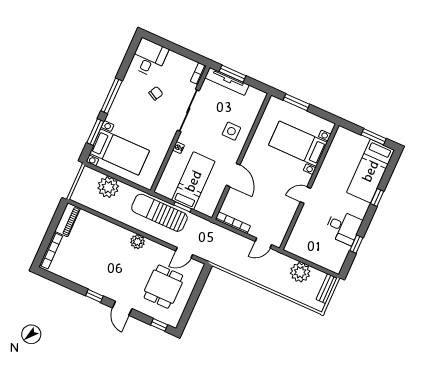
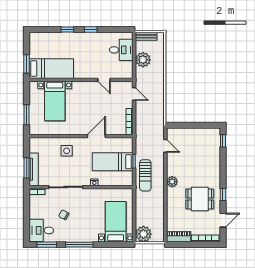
window: (95, 132) -> (47, 245), moved
window: (374, 137) -> (27, 64), moved
bed: (370, 171) -> (51, 69), moved
plant: (108, 187) -> (143, 234), moved
door: (306, 195) -> (104, 80), moved
sun lounger: (159, 213) -> (145, 175), width x0.73, depth x0.75
desk: (343, 227) -> (121, 50), moved, turned 90
window: (356, 244) -> (91, 29), moved
dining table: (163, 287) -> (200, 199), moved
door: (122, 308) -> (223, 220), moved

